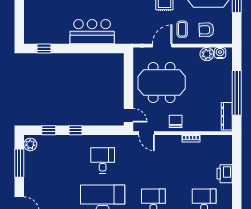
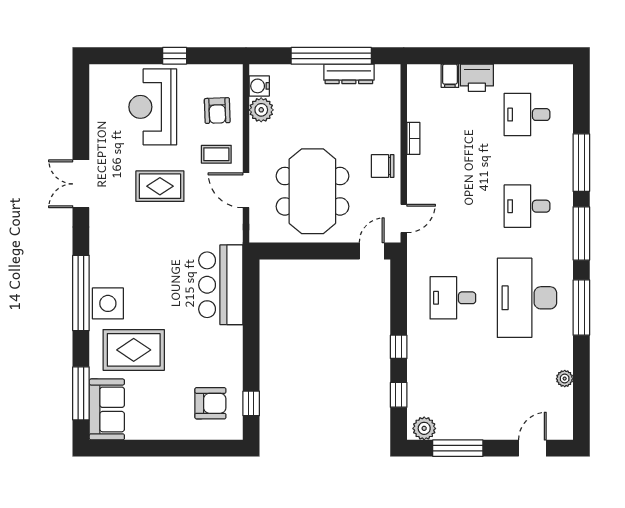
armchair: (44, 26) -> (210, 403), added
bar counter: (92, 32) -> (221, 285), moved
dresser: (227, 116) -> (349, 74), moved
filing cabinet: (226, 159) -> (450, 76), added

